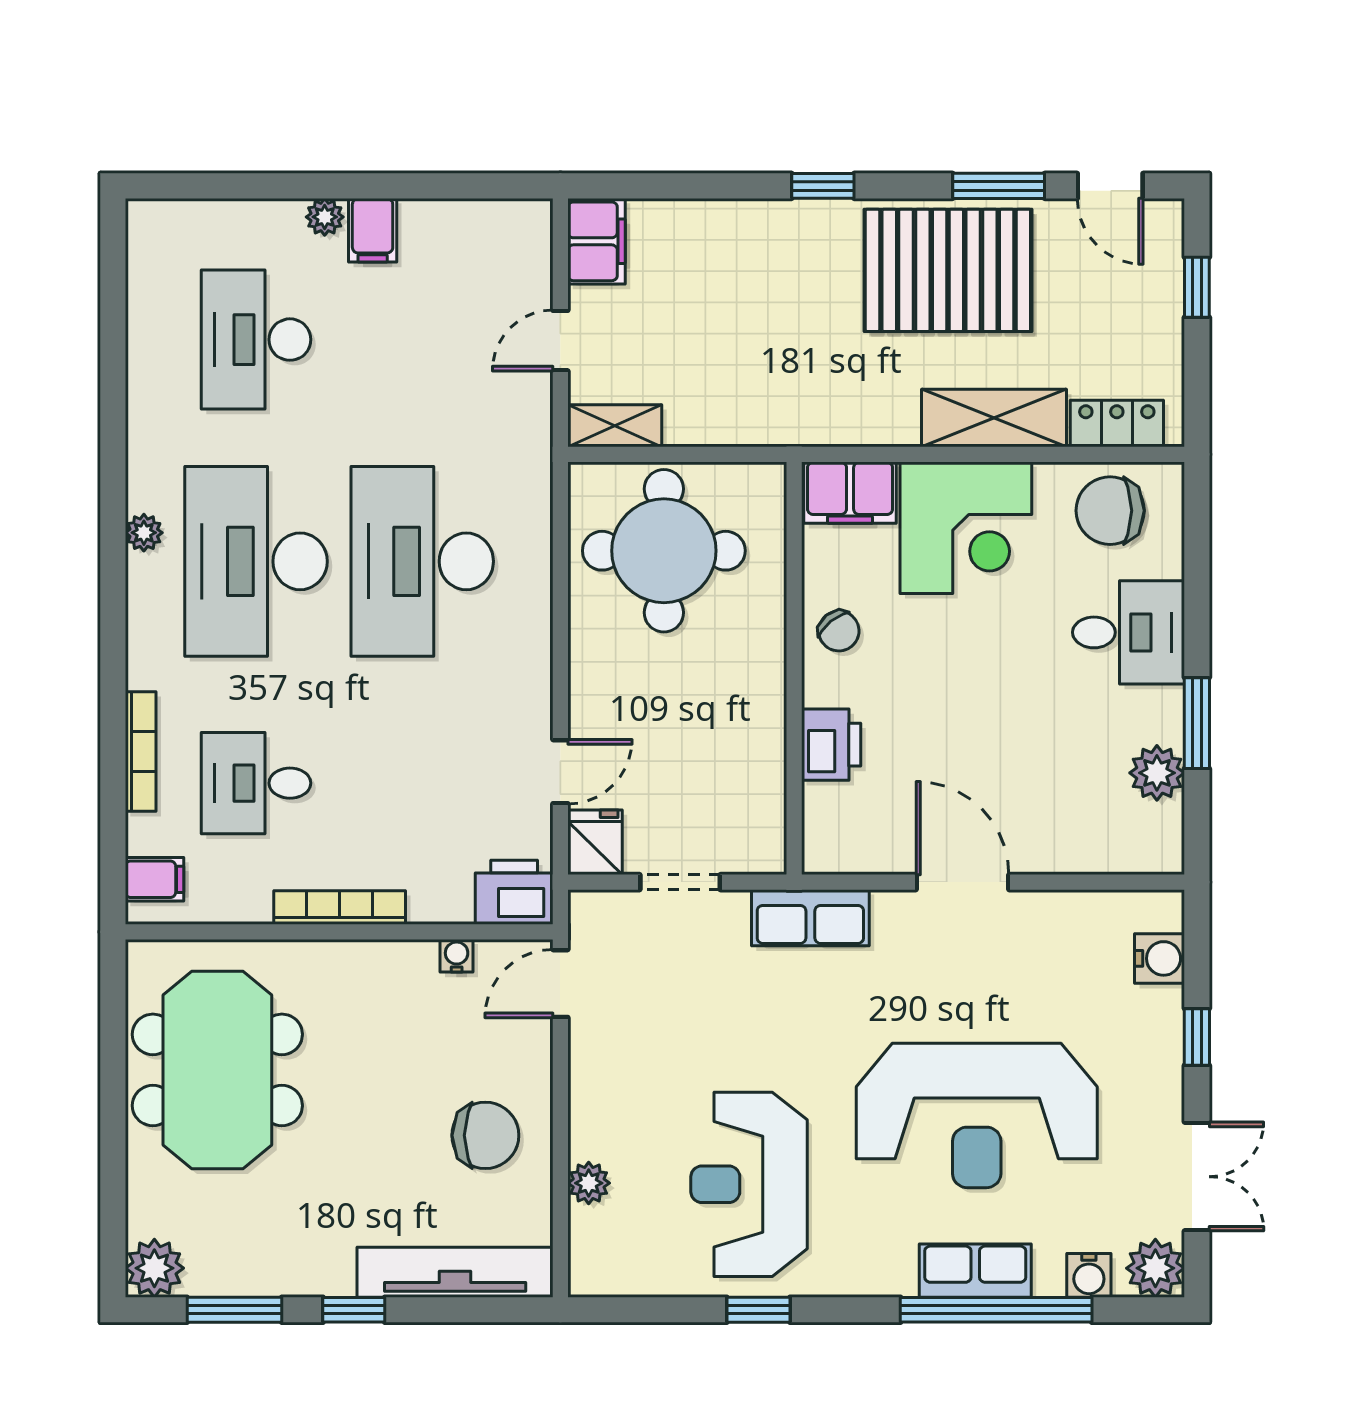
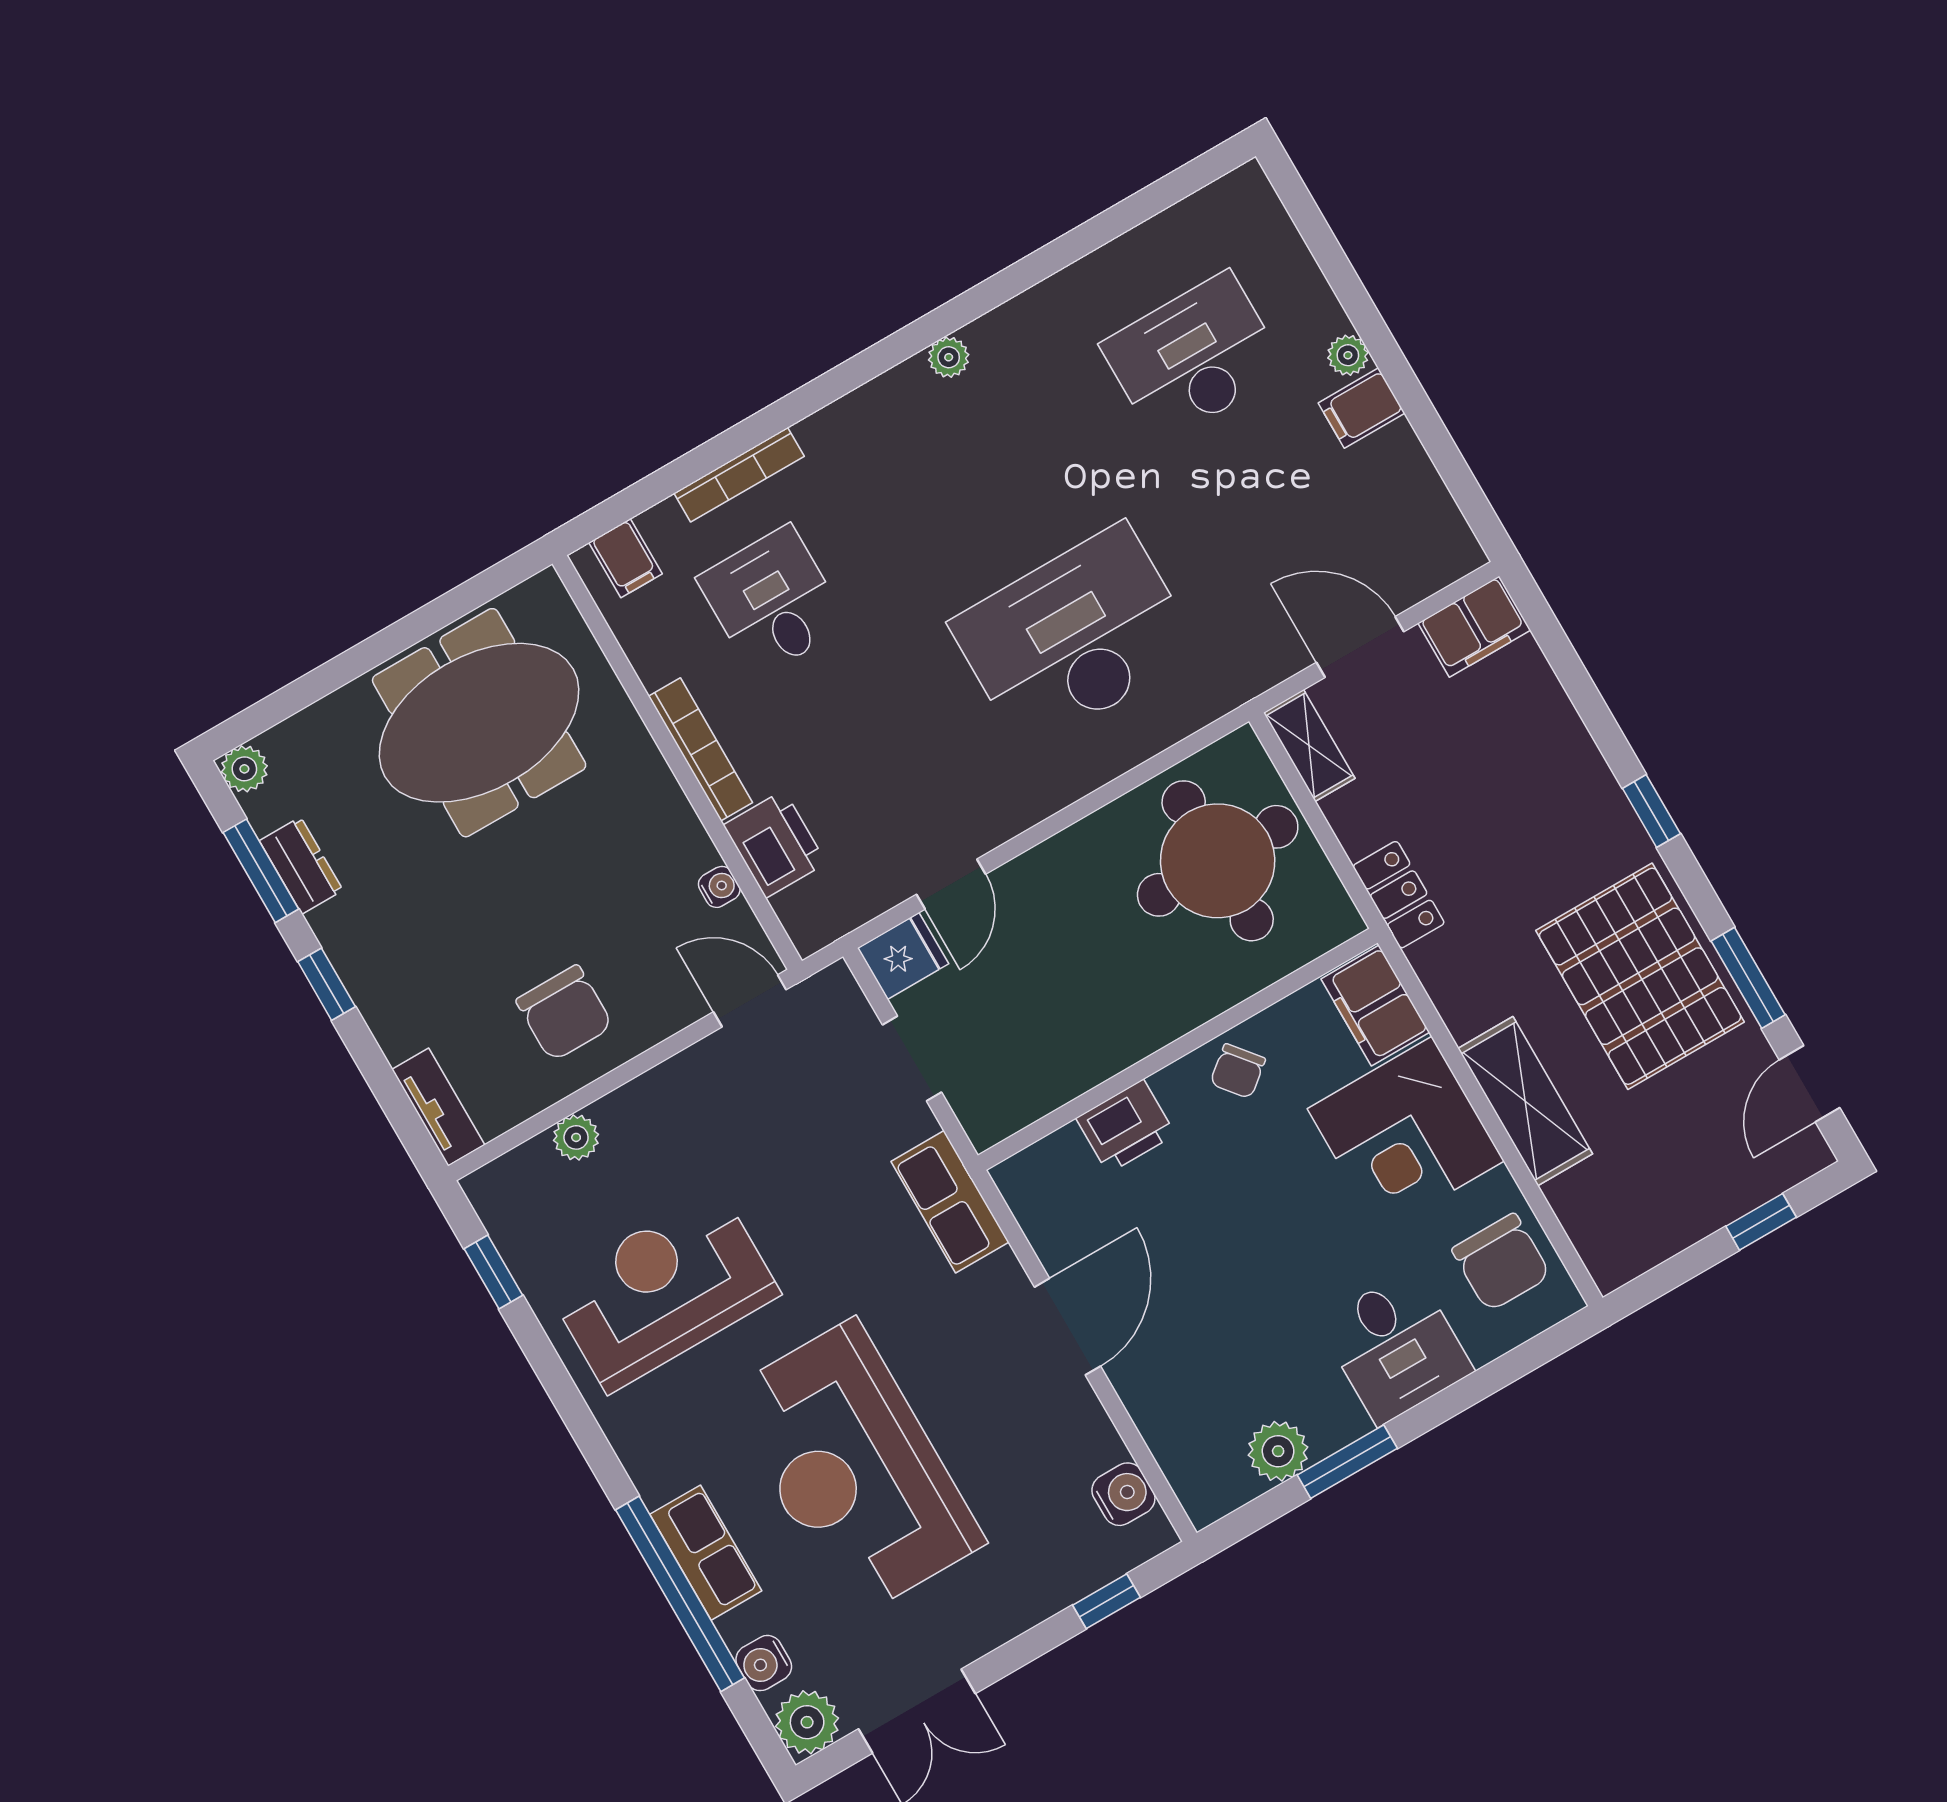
door: (560, 341) -> (1360, 647), width x1.38
locker: (1117, 424) -> (1399, 895), moved
chair: (1110, 511) -> (1501, 1262), turned 180
desk: (256, 561) -> (983, 480), removed
door: (560, 772) -> (951, 884), hinge flipped
printer: (514, 892) -> (775, 844), moved
water cooler: (1160, 958) -> (1123, 1494), moved, turned -90
window: (1197, 1037) -> (1106, 1601), moved
plant: (154, 1268) -> (244, 769), width x0.73, depth x0.73
tv unit: (455, 1272) -> (438, 1107), width x0.52, depth x0.78
dresser: (249, 1275) -> (301, 865), added
window: (758, 1310) -> (493, 1272), moved

